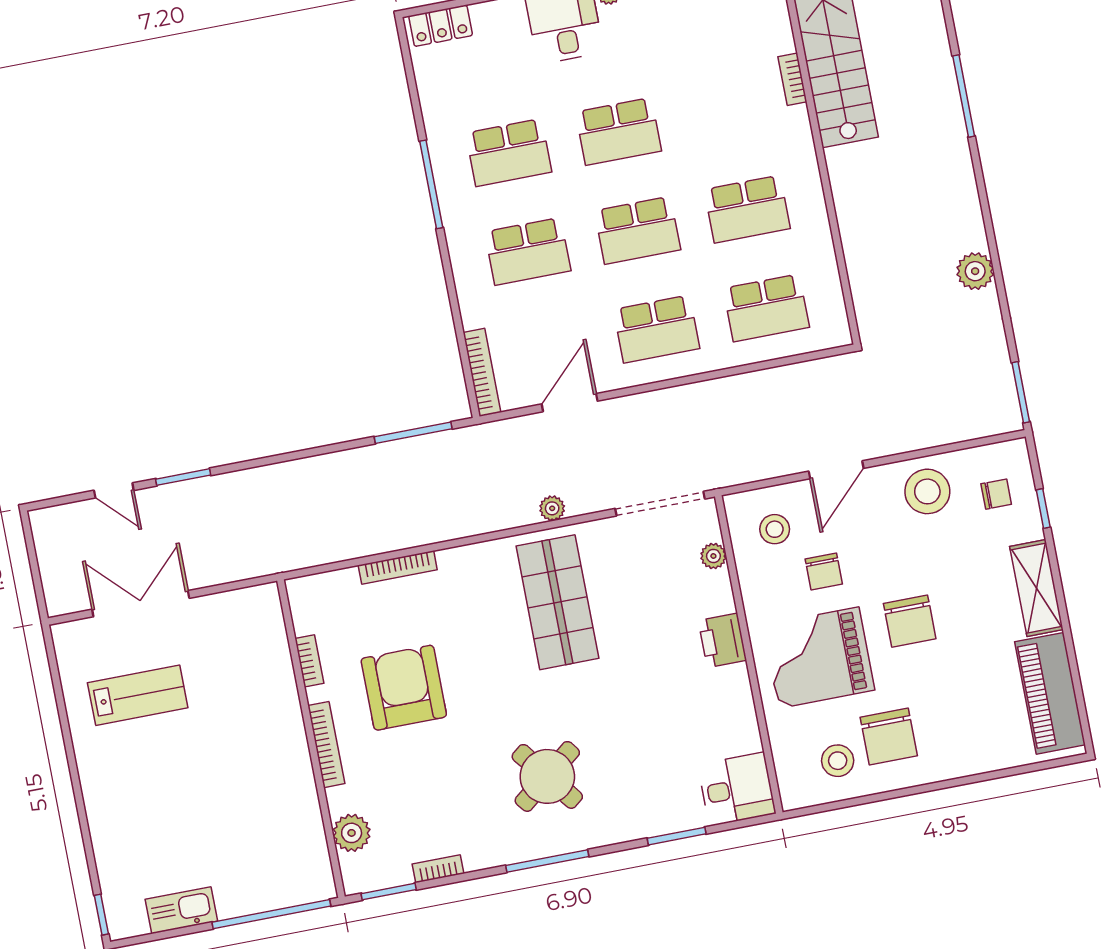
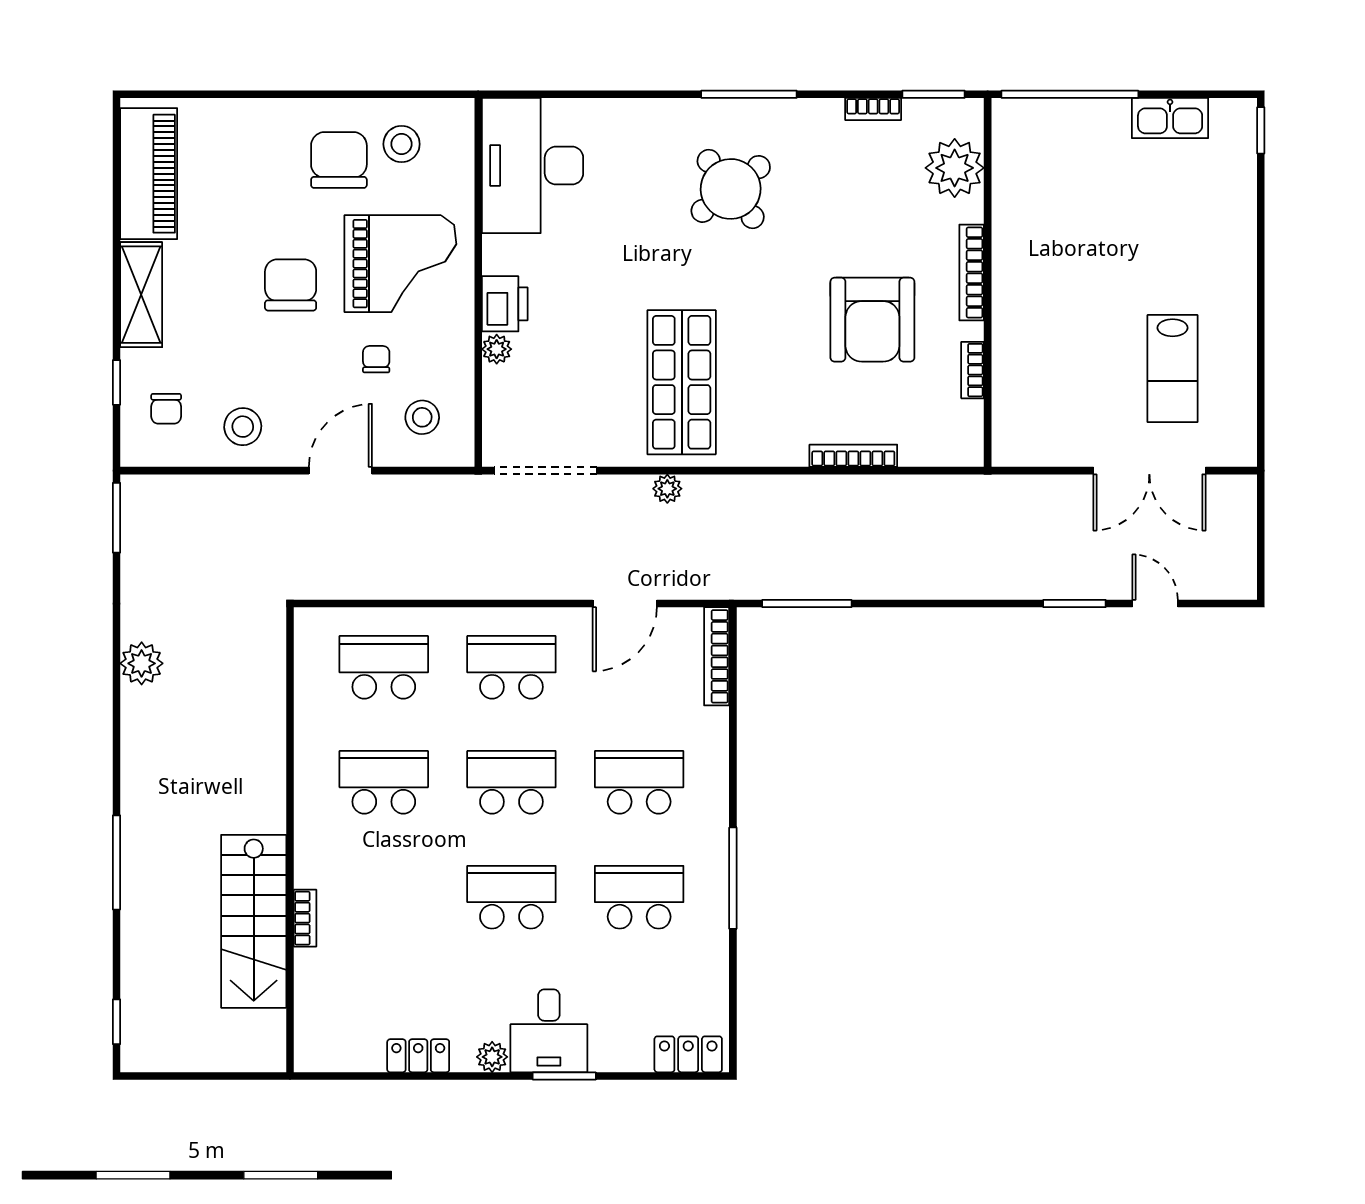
stool: (927, 491) -> (243, 427), width x0.73, depth x0.73
chair: (996, 494) -> (166, 409), turned -90
plant: (713, 556) -> (497, 349), moved
chair: (824, 571) -> (376, 359), width x0.73, depth x0.73
lab bench: (138, 695) -> (1173, 369), turned -90
desk: (737, 789) -> (533, 166), width x1.87, depth x1.30
plant: (352, 833) -> (955, 168), width x1.36, depth x1.36
window: (677, 836) -> (598, 94), removed

